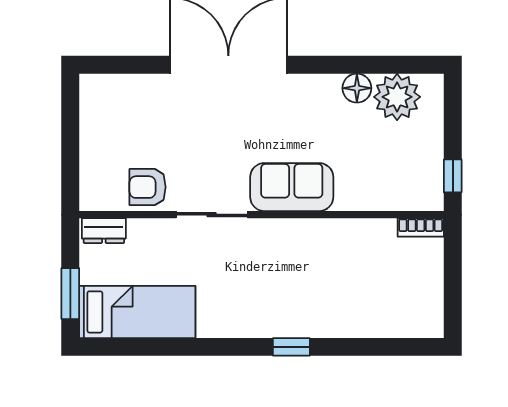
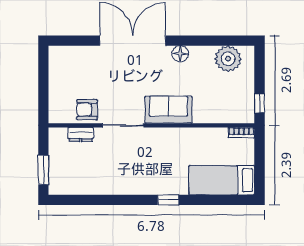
floor lamp: (357, 88) -> (180, 54), moved
dresser: (104, 231) -> (81, 134), moved
bed: (137, 312) -> (222, 180), moved, turned 180

